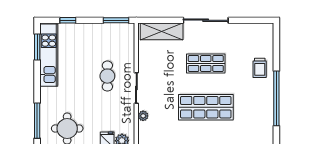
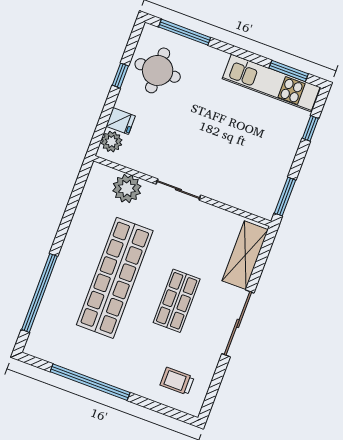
trolley: (260, 68) -> (177, 381), moved
cafe table: (107, 76) -> (211, 155), removed
shop shelf: (206, 107) -> (115, 278), width x1.40
plant: (143, 116) -> (127, 188), width x1.87, depth x1.87

